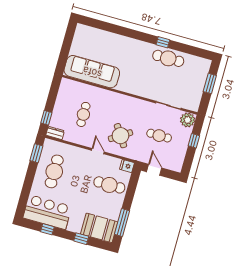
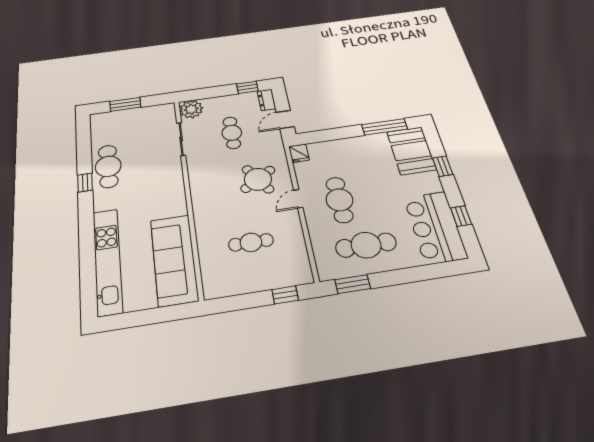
kitchen unit: (107, 38) -> (108, 261), added
dresser: (55, 133) -> (266, 100), moved
window: (194, 141) -> (247, 87), moved
cafe table: (109, 185) -> (339, 200), moved

